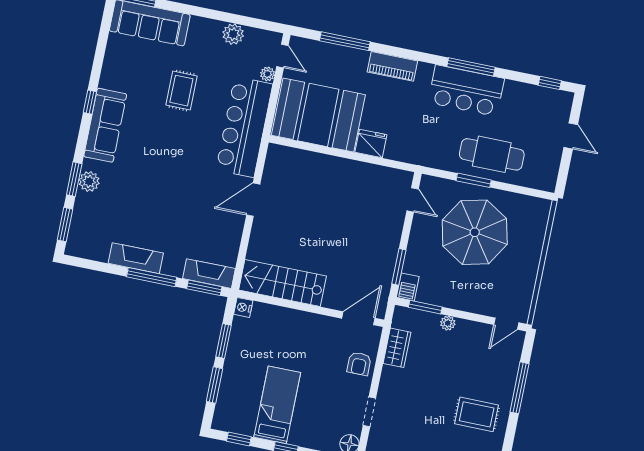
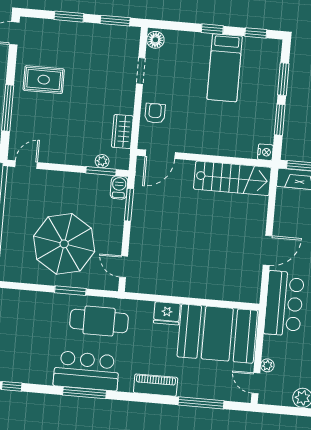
bar counter: (244, 127) -> (284, 304), width x0.73
cafe table: (492, 154) -> (99, 321), moved
plant: (448, 323) -> (102, 161), moved

